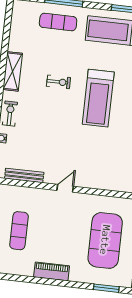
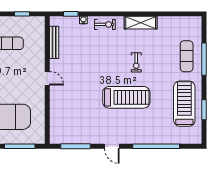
treadmill: (98, 98) -> (126, 97), turned 180

